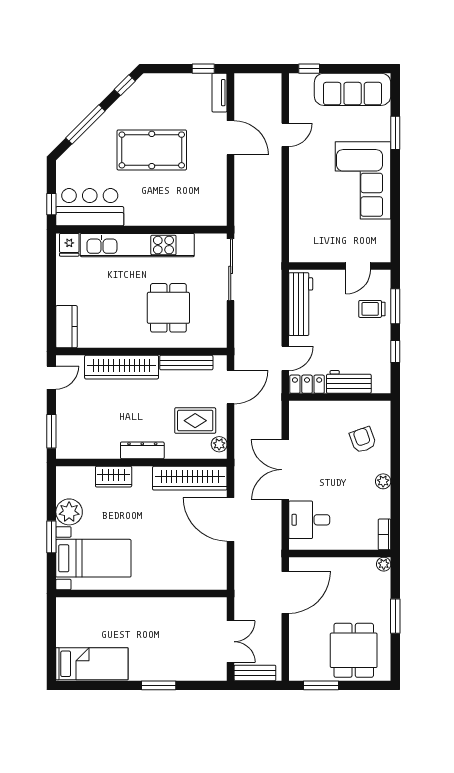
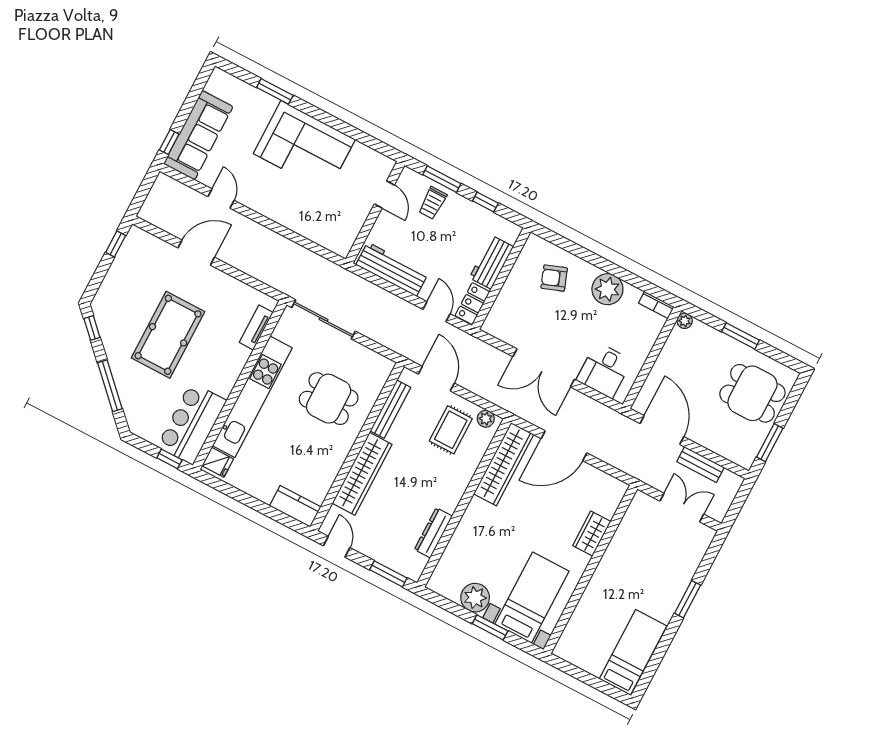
sofa: (353, 89) -> (198, 135), moved
tv unit: (220, 93) -> (256, 327), moved, turned 90
dresser: (142, 450) -> (433, 533), moved
wardrobe: (114, 477) -> (592, 534), moved, turned 180
plant: (383, 481) -> (607, 289), width x1.87, depth x1.87
bench: (255, 673) -> (700, 464), moved, turned 90

